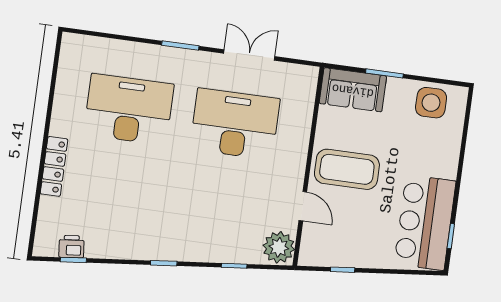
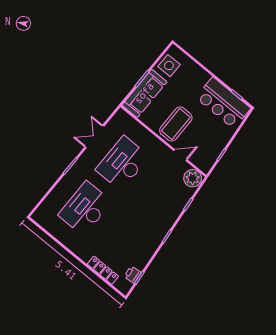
sofa: (353, 90) -> (144, 93), width x1.36
locker: (54, 166) -> (103, 270), moved

